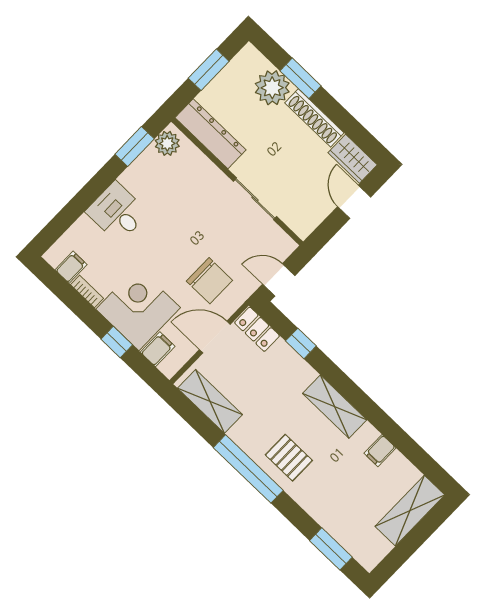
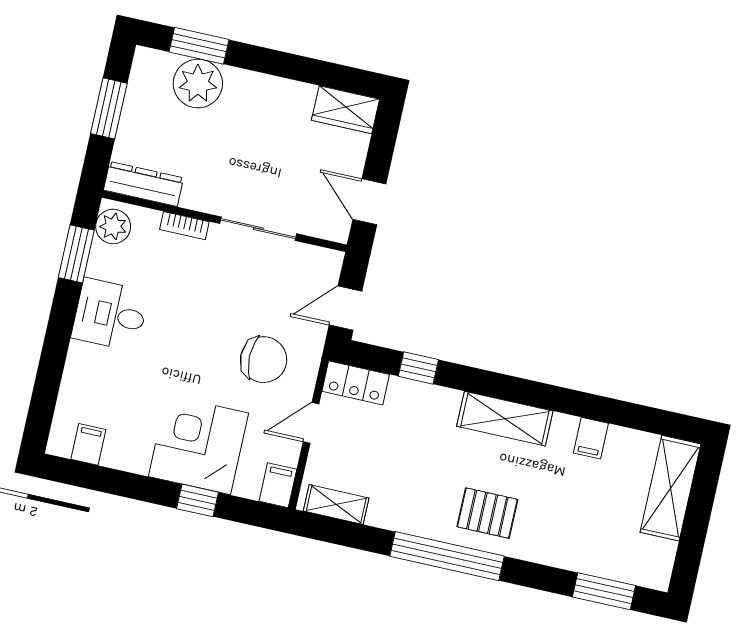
window: (301, 78) -> (199, 46), moved
shoe rack: (314, 118) -> (270, 89), removed
dresser: (211, 134) -> (144, 184), width x0.73, depth x0.80
door: (354, 202) -> (369, 202), moved
desk: (117, 212) -> (110, 315), moved
bookcase: (87, 291) -> (184, 226), moved, turned 180
door: (215, 337) -> (311, 423), width x0.73
filing cabinet: (158, 349) -> (278, 485), moved
shelving: (210, 401) -> (336, 504), width x0.67, depth x0.75

